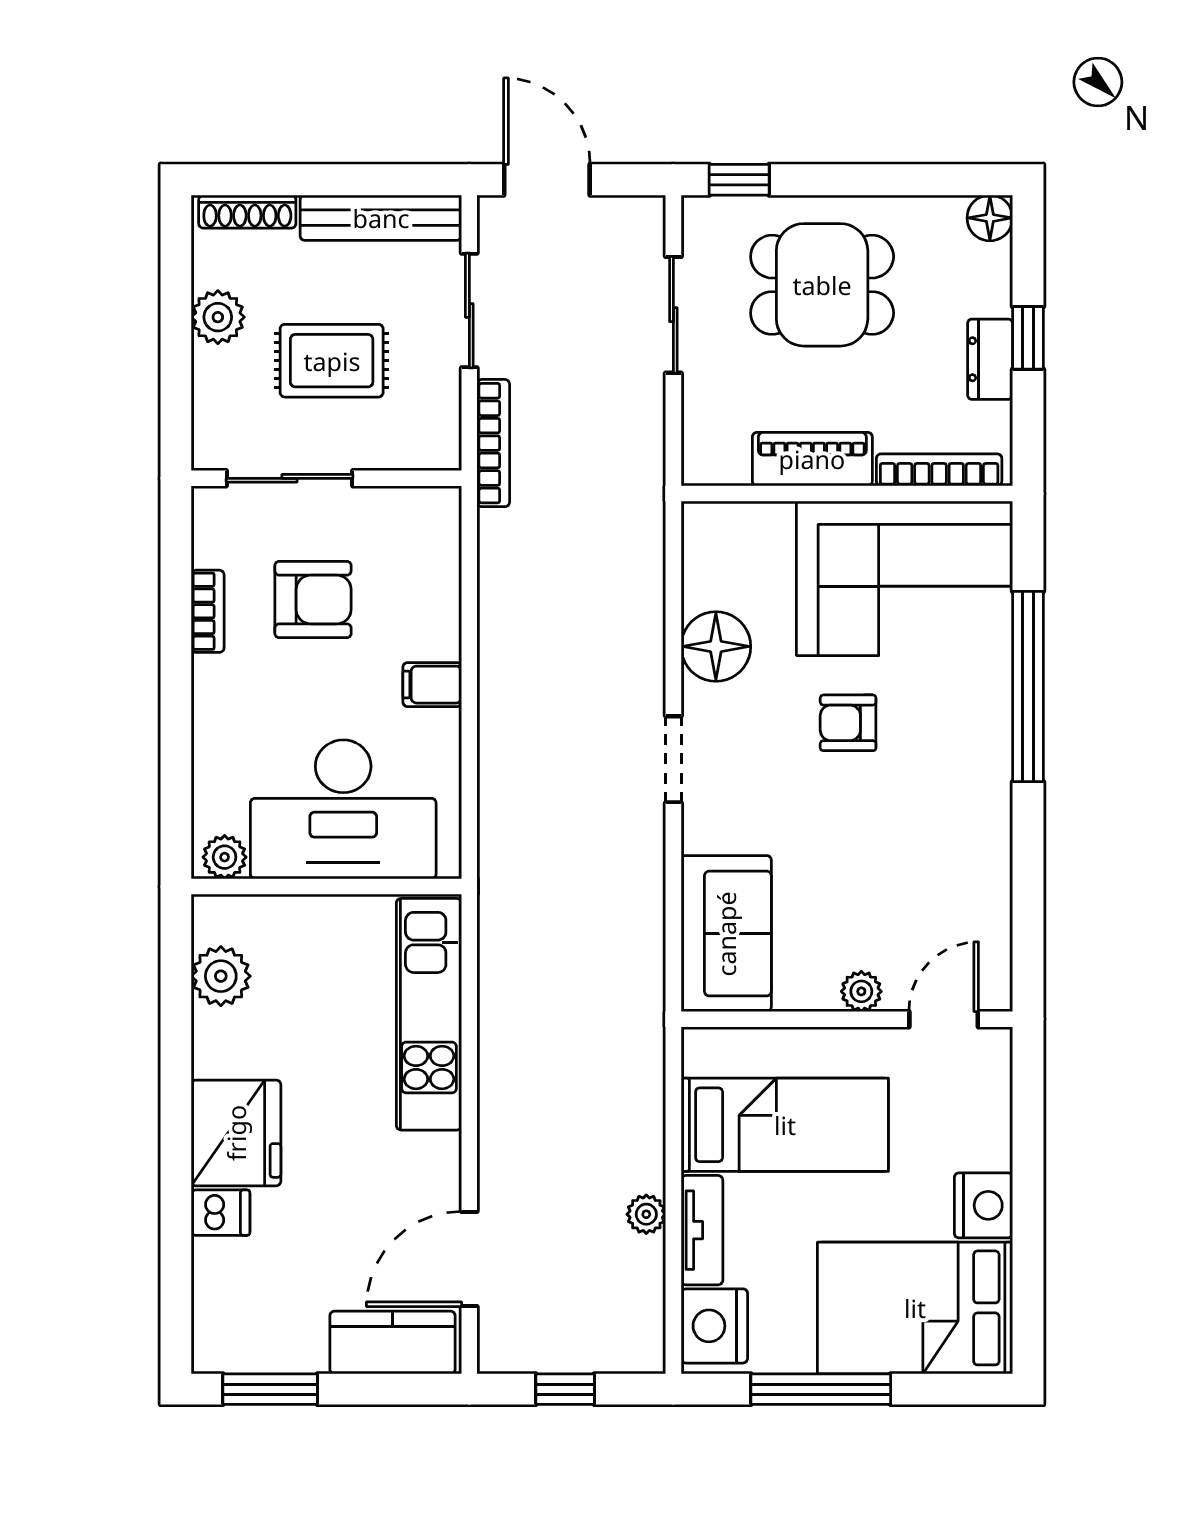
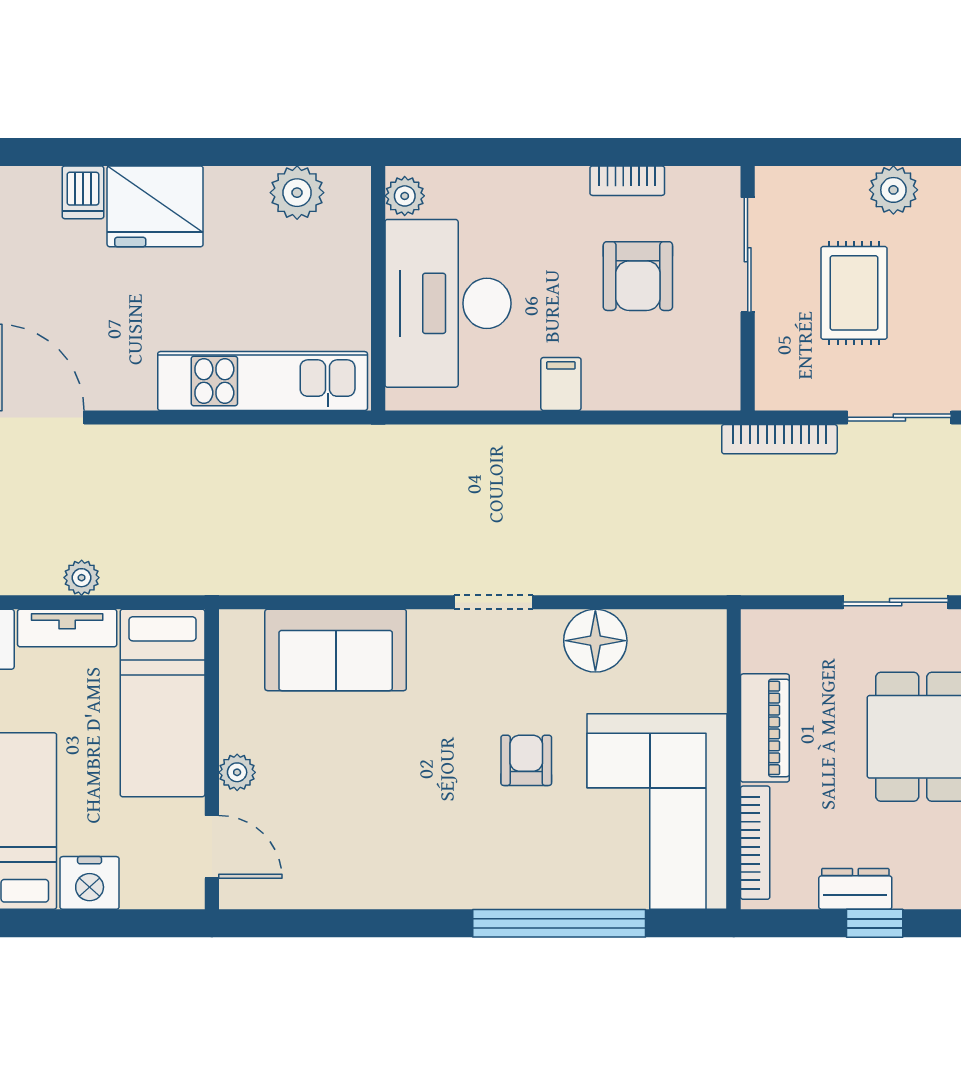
plant: (861, 991) -> (237, 772), moved
wall: (847, 1019) -> (212, 759), moved
door: (944, 1019) -> (212, 847), moved

